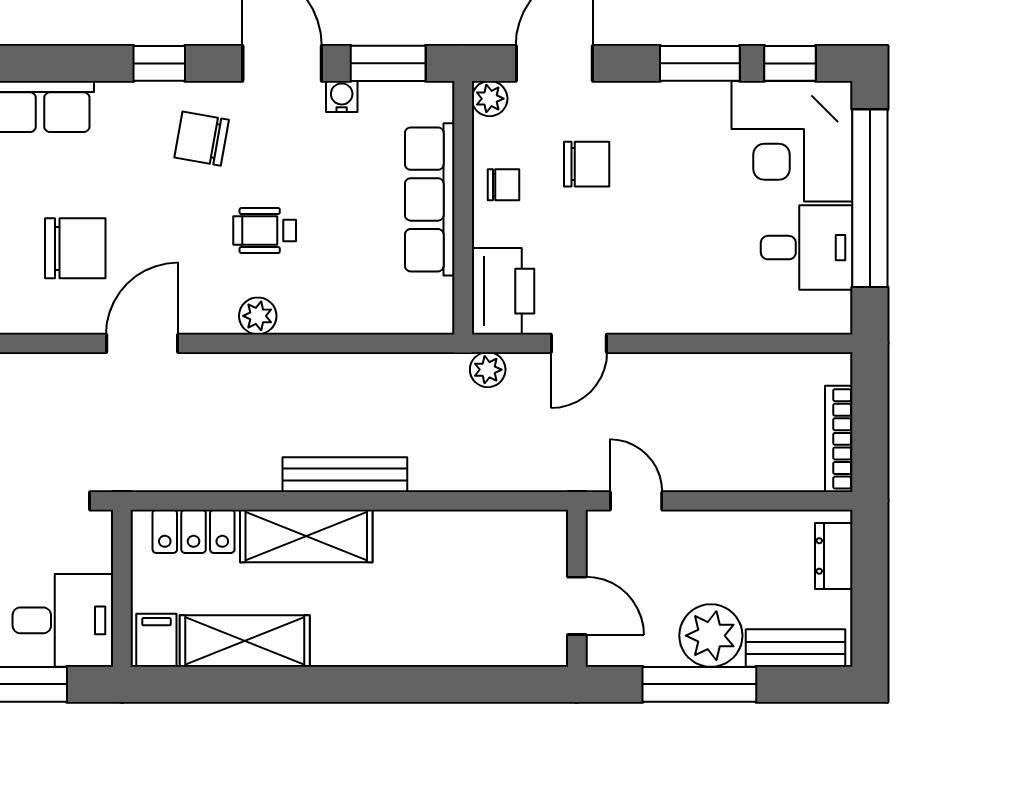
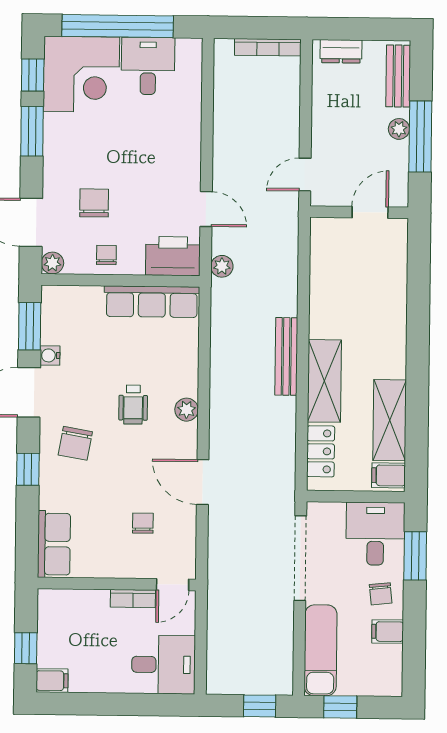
row of seats: (430, 199) -> (152, 302), moved
chair: (75, 248) -> (143, 523), width x0.54, depth x0.54
plant: (711, 636) -> (399, 129), width x0.53, depth x0.53

